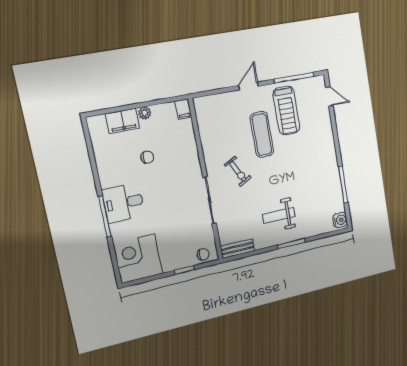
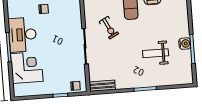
desk: (124, 203) -> (23, 35), width x1.37
weight bench: (279, 216) -> (156, 53), moved
water cooler: (340, 220) -> (185, 44), moved
corner desk: (138, 259) -> (27, 67), moved, turned 90

